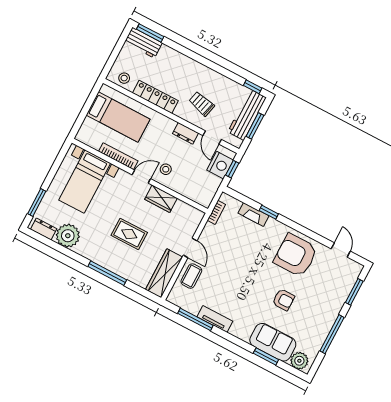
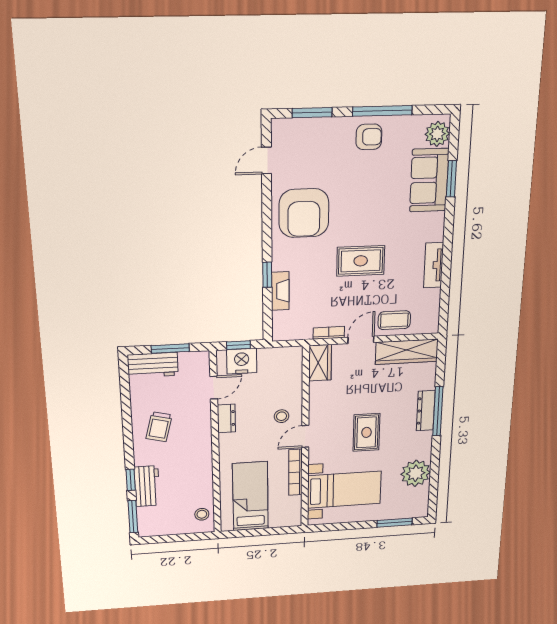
workbench: (143, 43) -> (147, 486), moved
window: (253, 87) -> (131, 480), moved
locker: (155, 97) -> (203, 472), removed
trolley: (202, 104) -> (159, 427), moved
workbench: (247, 115) -> (153, 365), width x0.73
door: (141, 177) -> (305, 436), hinge flipped
wardrobe: (161, 199) -> (320, 363), moved
bookcase: (216, 212) -> (329, 333), moved
dresser: (44, 229) -> (426, 411), moved, width x1.44
rug: (129, 234) -> (366, 432), moved
rug: (244, 274) -> (361, 261), added
armchair: (283, 300) -> (369, 137), moved, turned 90
window: (195, 319) -> (445, 287), removed

